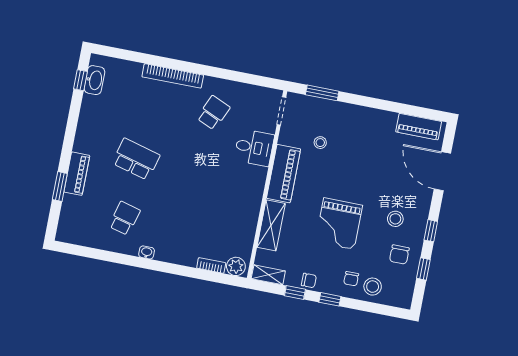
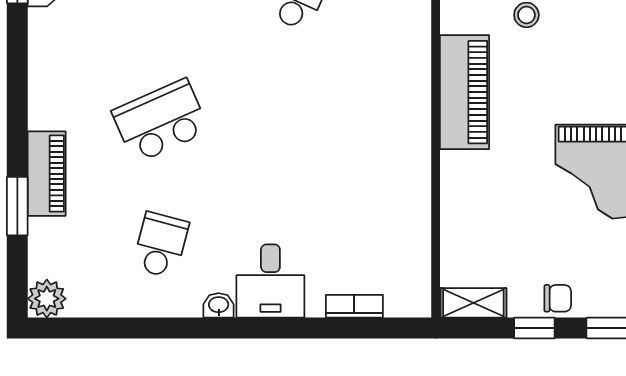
desk: (254, 148) -> (270, 281), moved, turned 90
school desk: (136, 159) -> (161, 121), turned -39
shelving: (271, 225) -> (460, 202), removed
plant: (236, 266) -> (47, 299), moved

